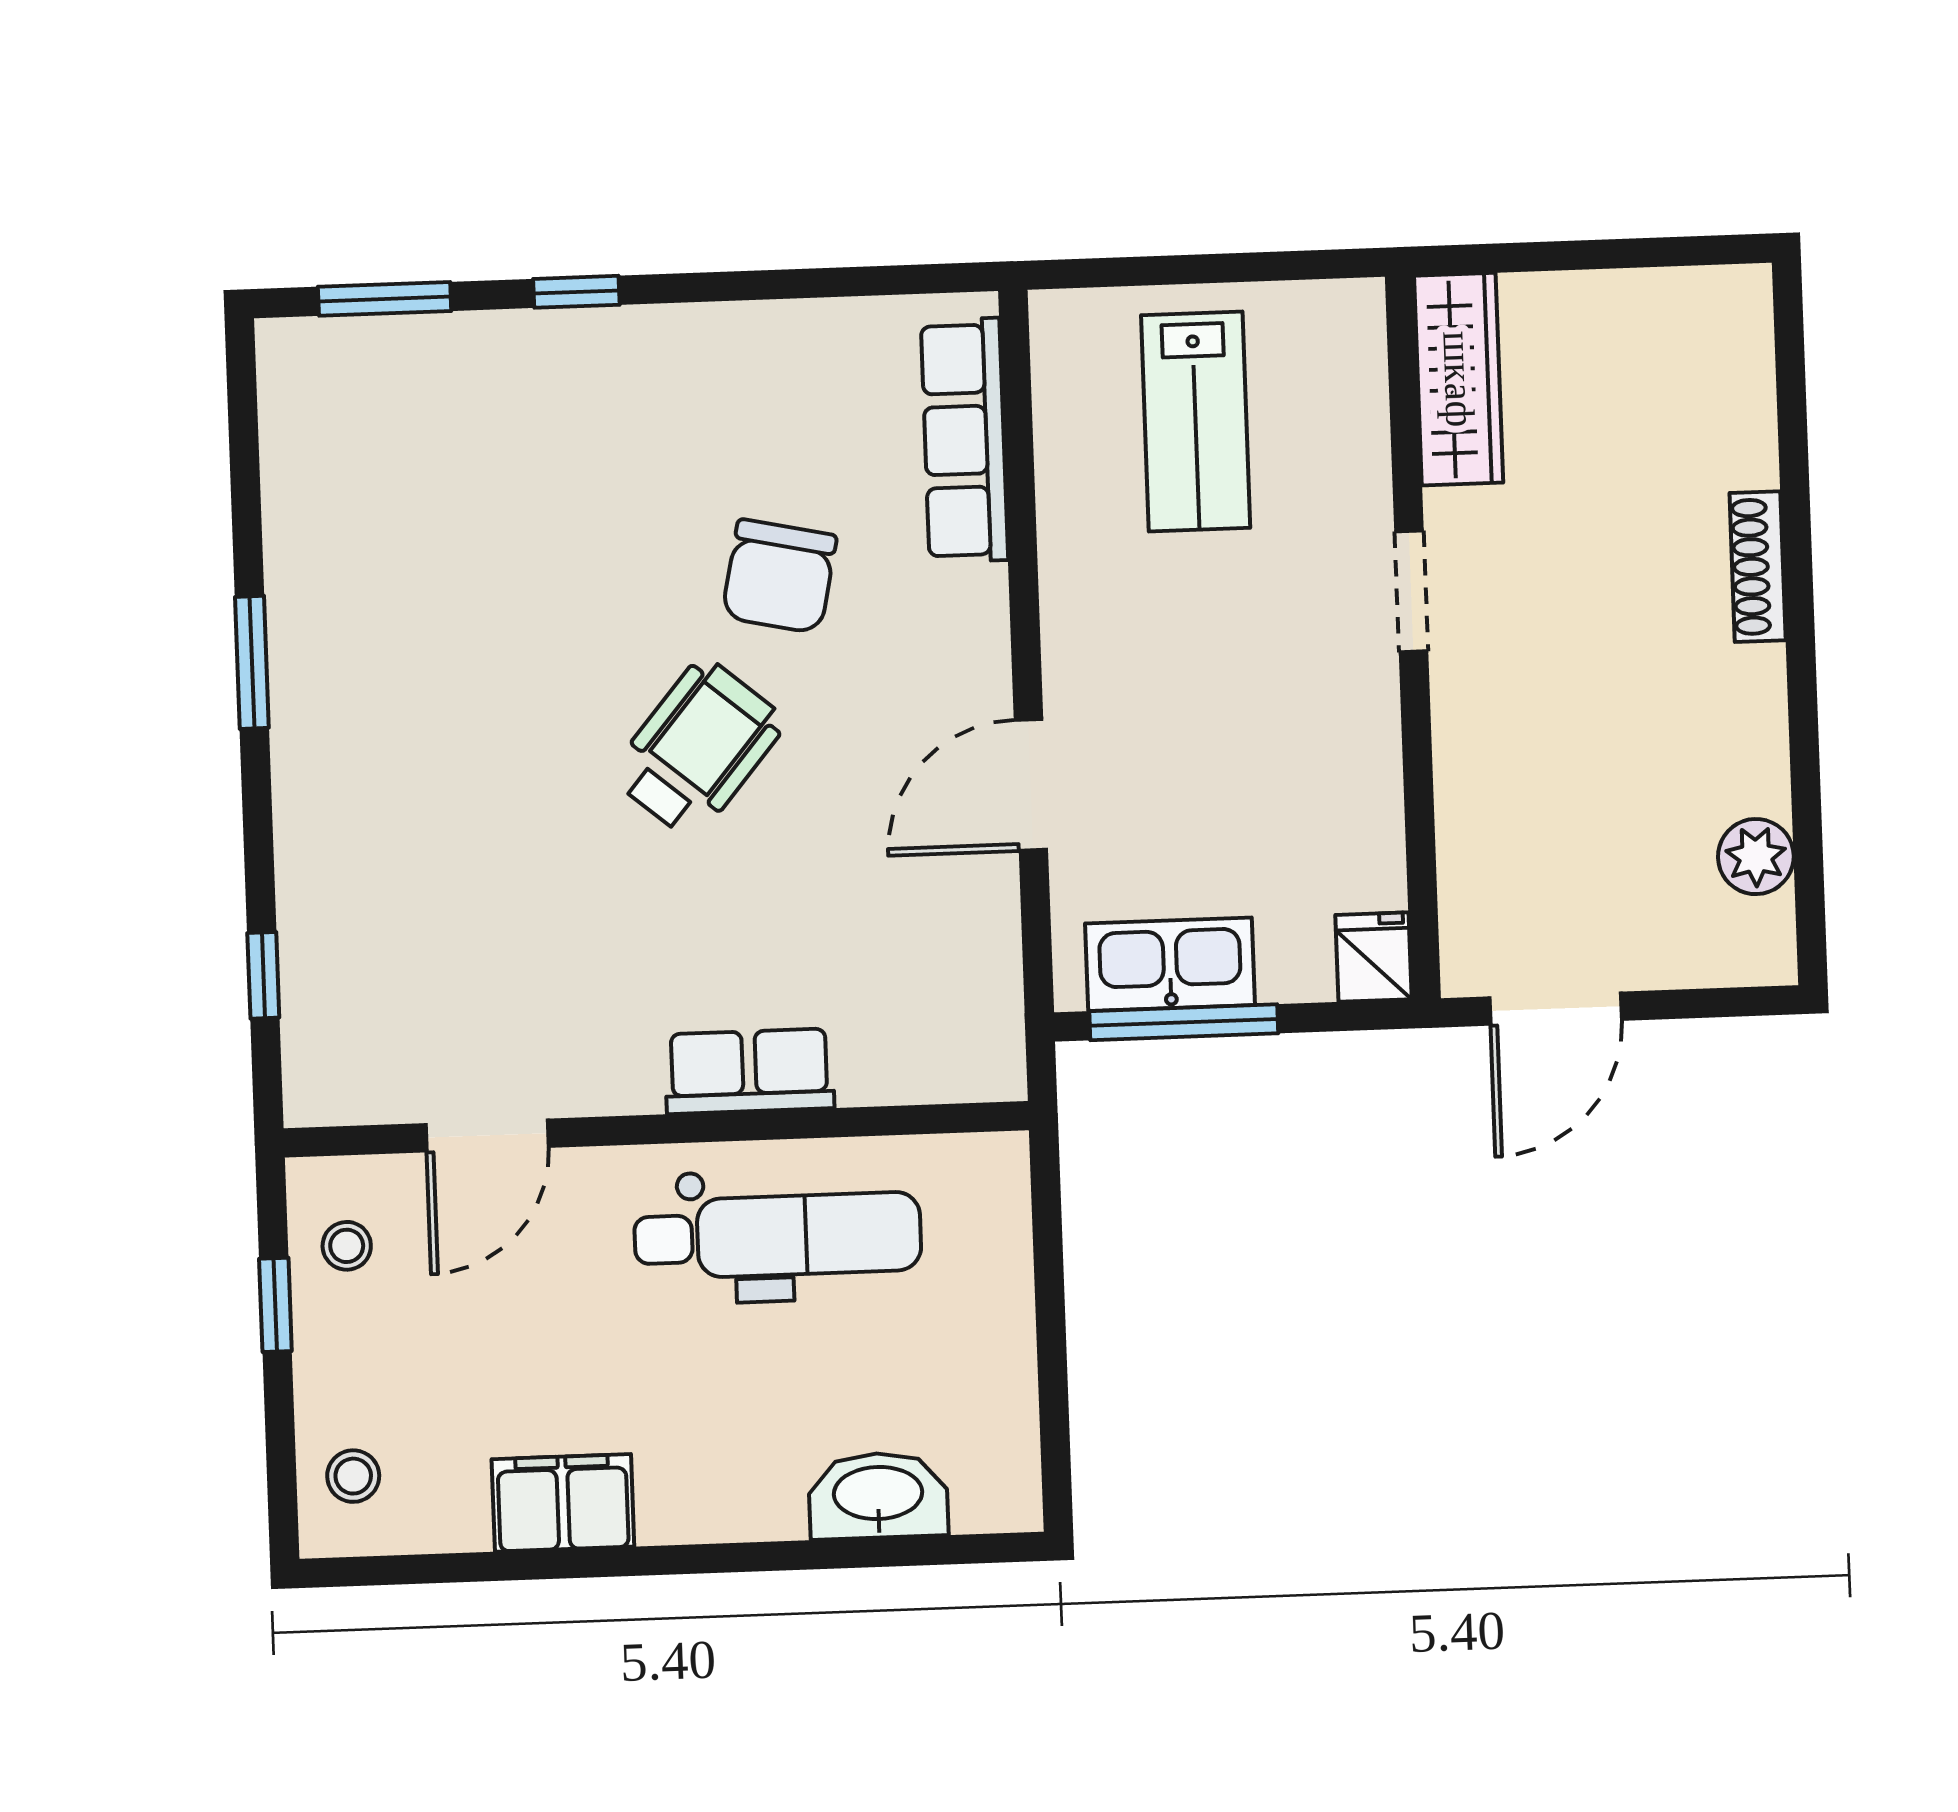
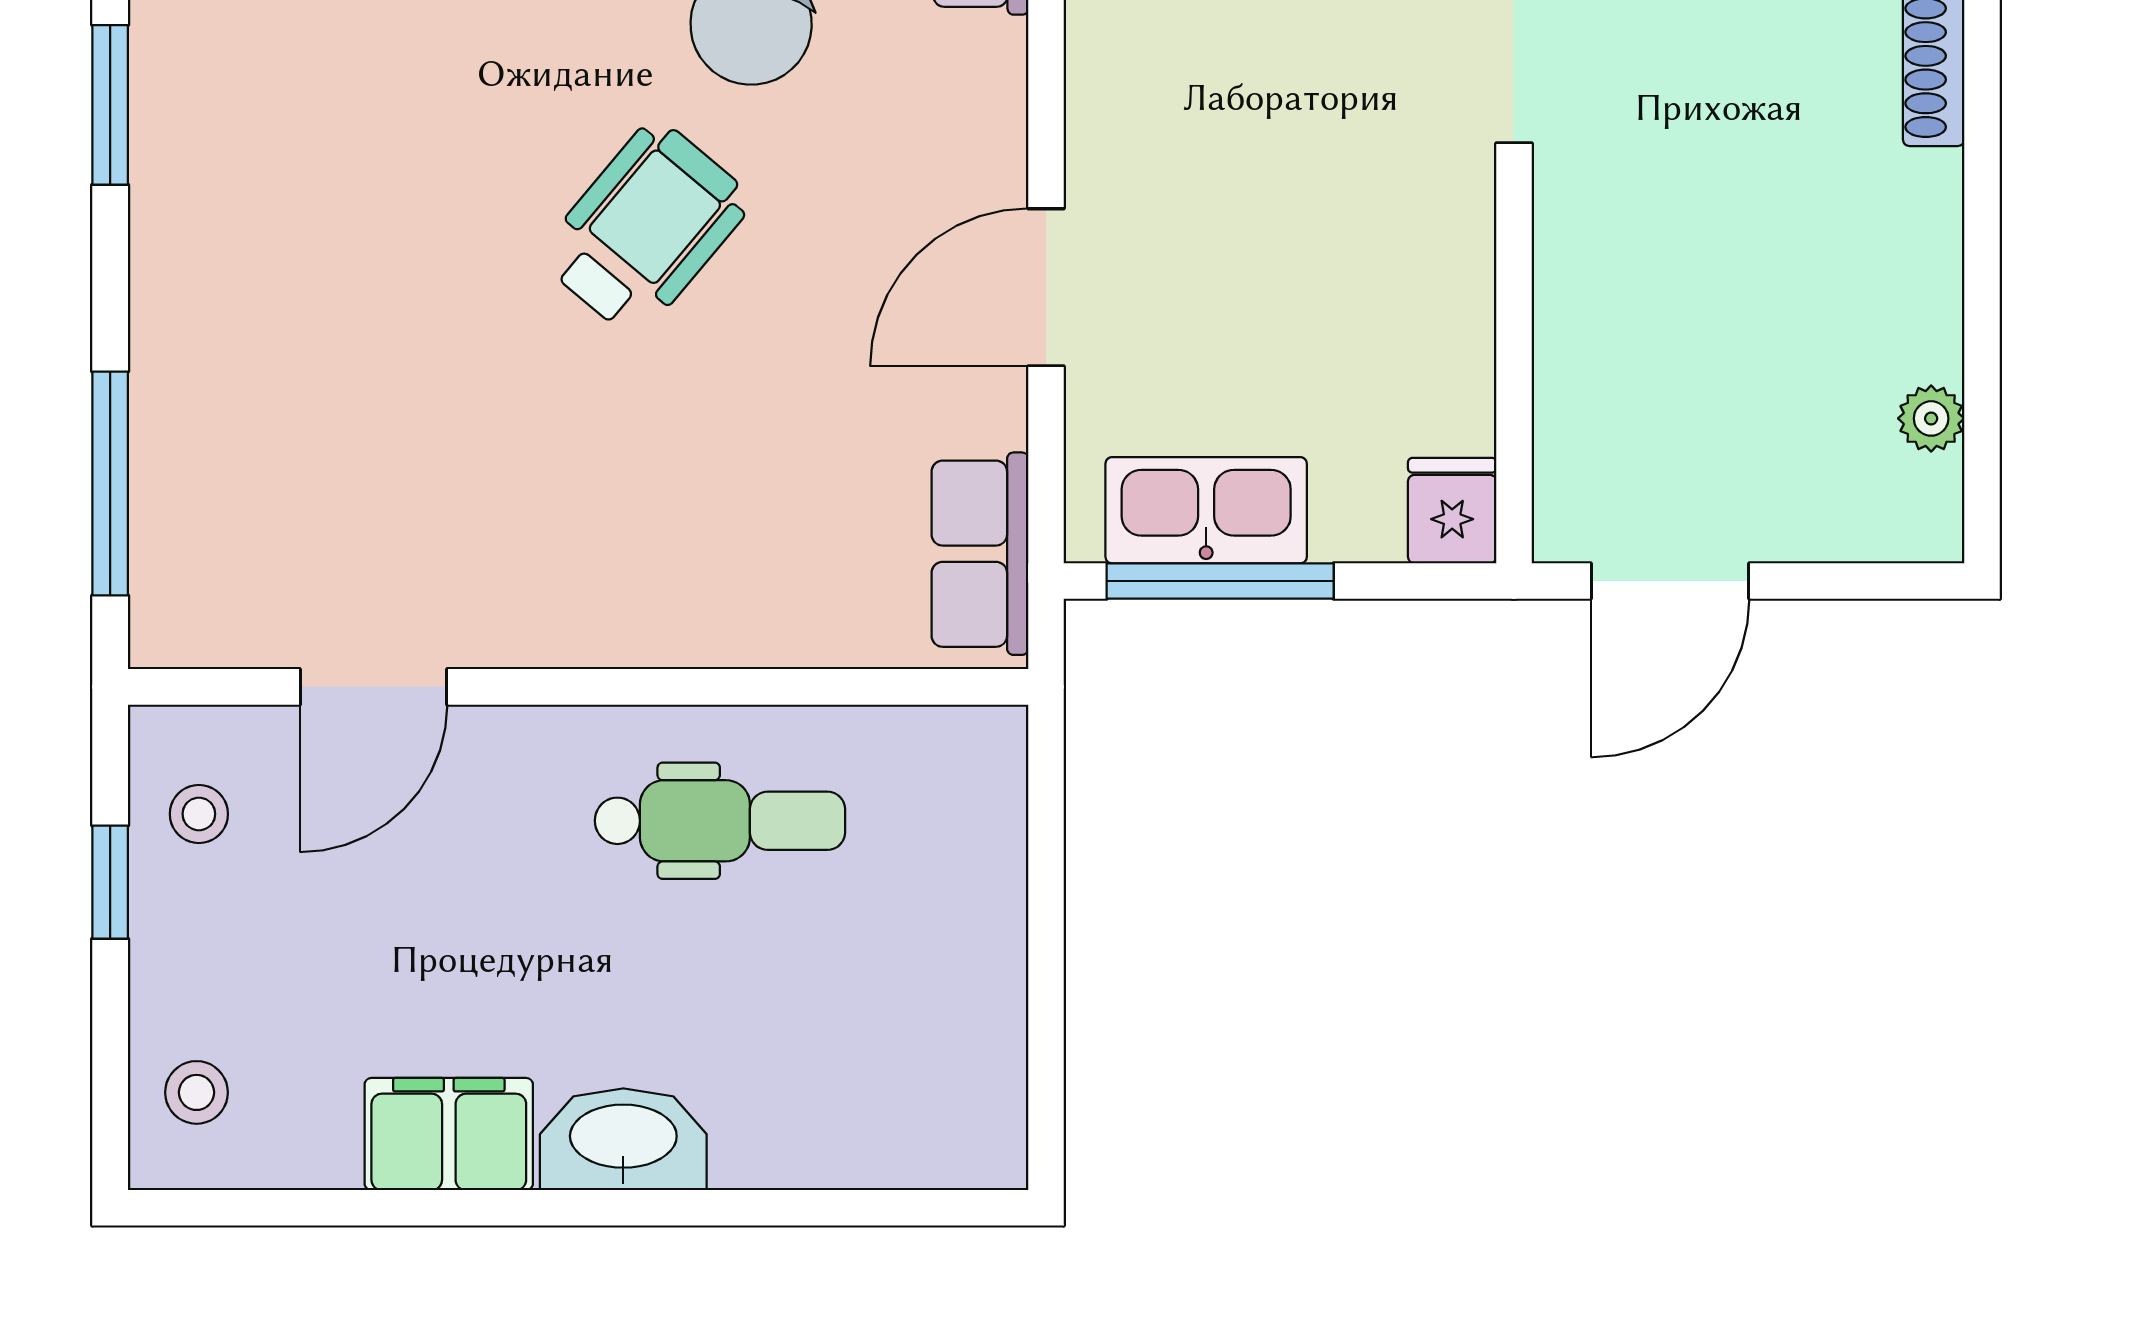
plant: (1756, 857) -> (1931, 418), width x0.73, depth x0.73
window: (263, 975) -> (110, 483), width x2.17
row of seats: (749, 1071) -> (980, 554), moved, turned -90
dental chair: (778, 1236) -> (720, 821), width x0.73, depth x0.72
washbasin: (878, 1496) -> (623, 1139), moved

